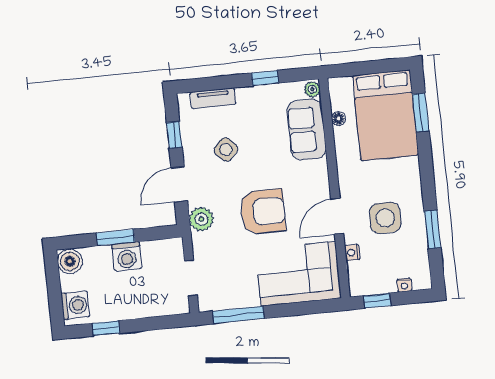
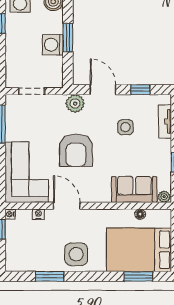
side table: (226, 150) -> (125, 127), turned 45
side table: (385, 218) -> (76, 254), moved
nightstand: (404, 285) -> (10, 214), moved

